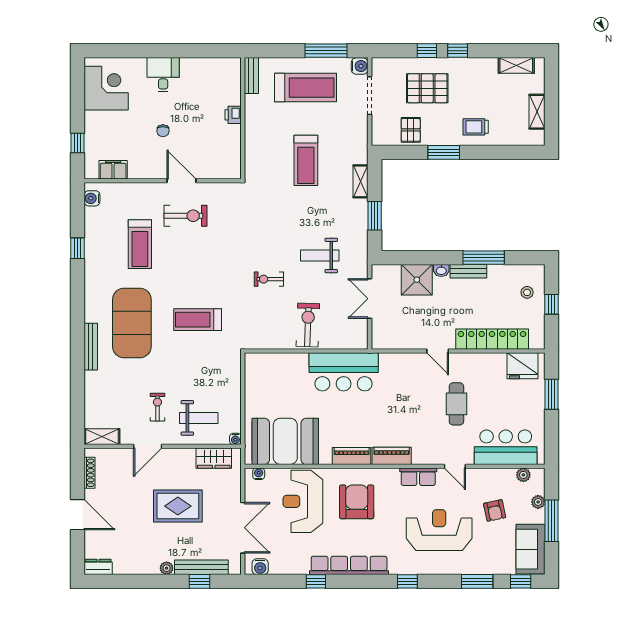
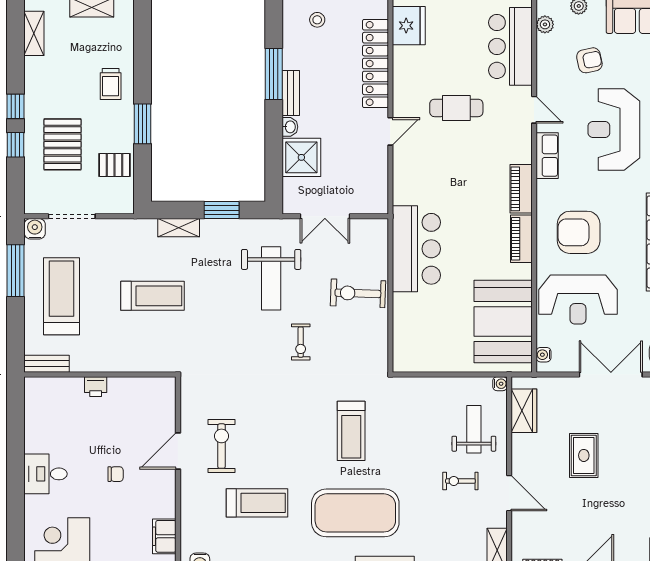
weight bench: (320, 255) -> (271, 278), width x1.36, depth x1.33
door: (455, 466) -> (534, 110), hinge flipped
rug: (178, 506) -> (584, 455), width x0.73, depth x0.70

